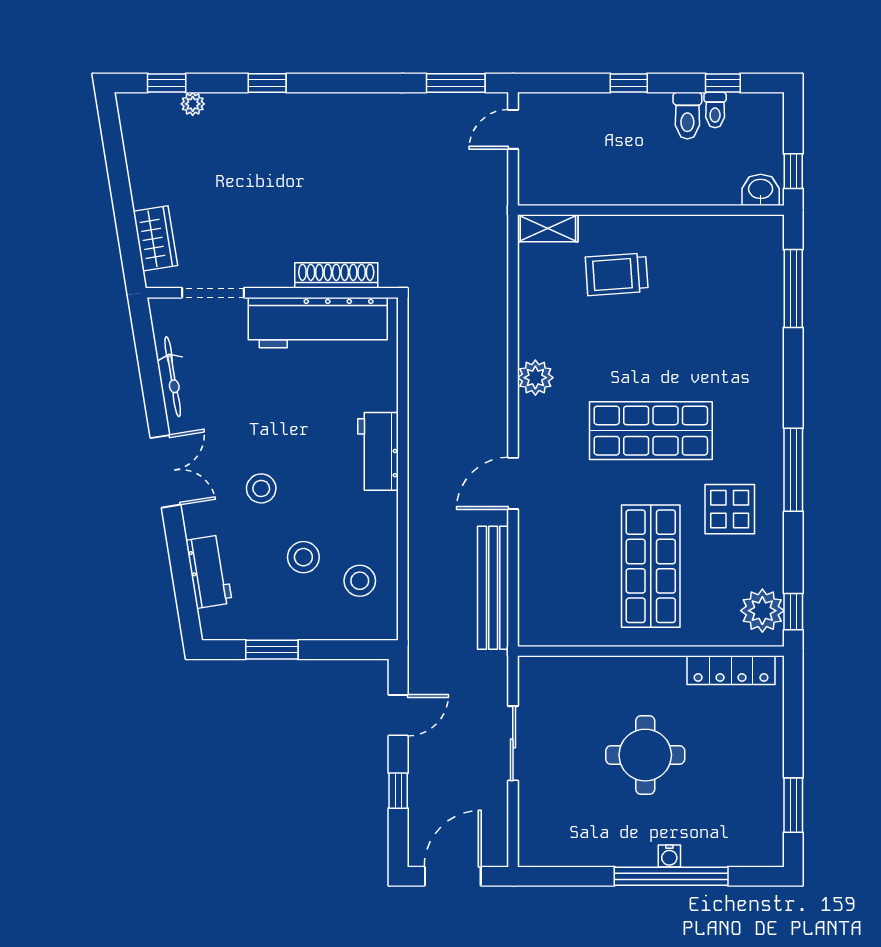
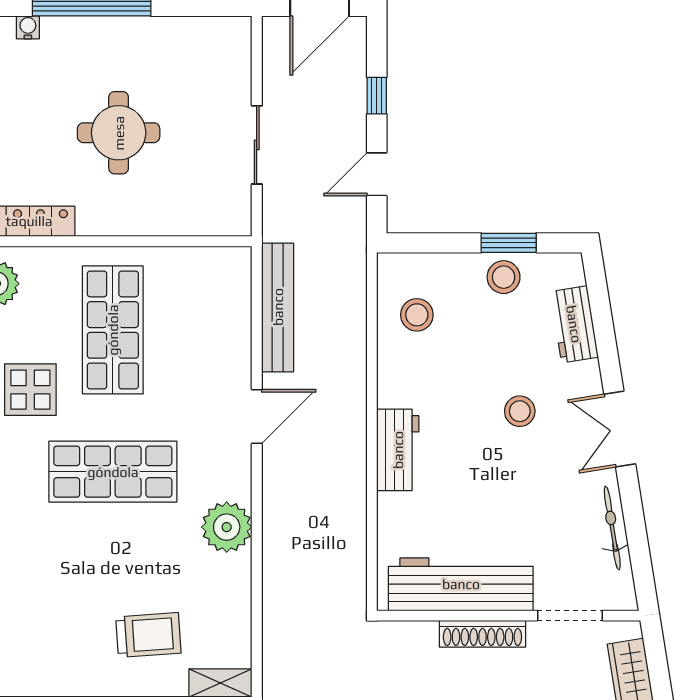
shoe rack: (336, 275) -> (482, 634), moved
plant: (535, 378) -> (227, 527), width x1.36, depth x1.36
stool: (303, 557) -> (504, 277), moved
water cooler: (669, 856) -> (28, 27), moved

